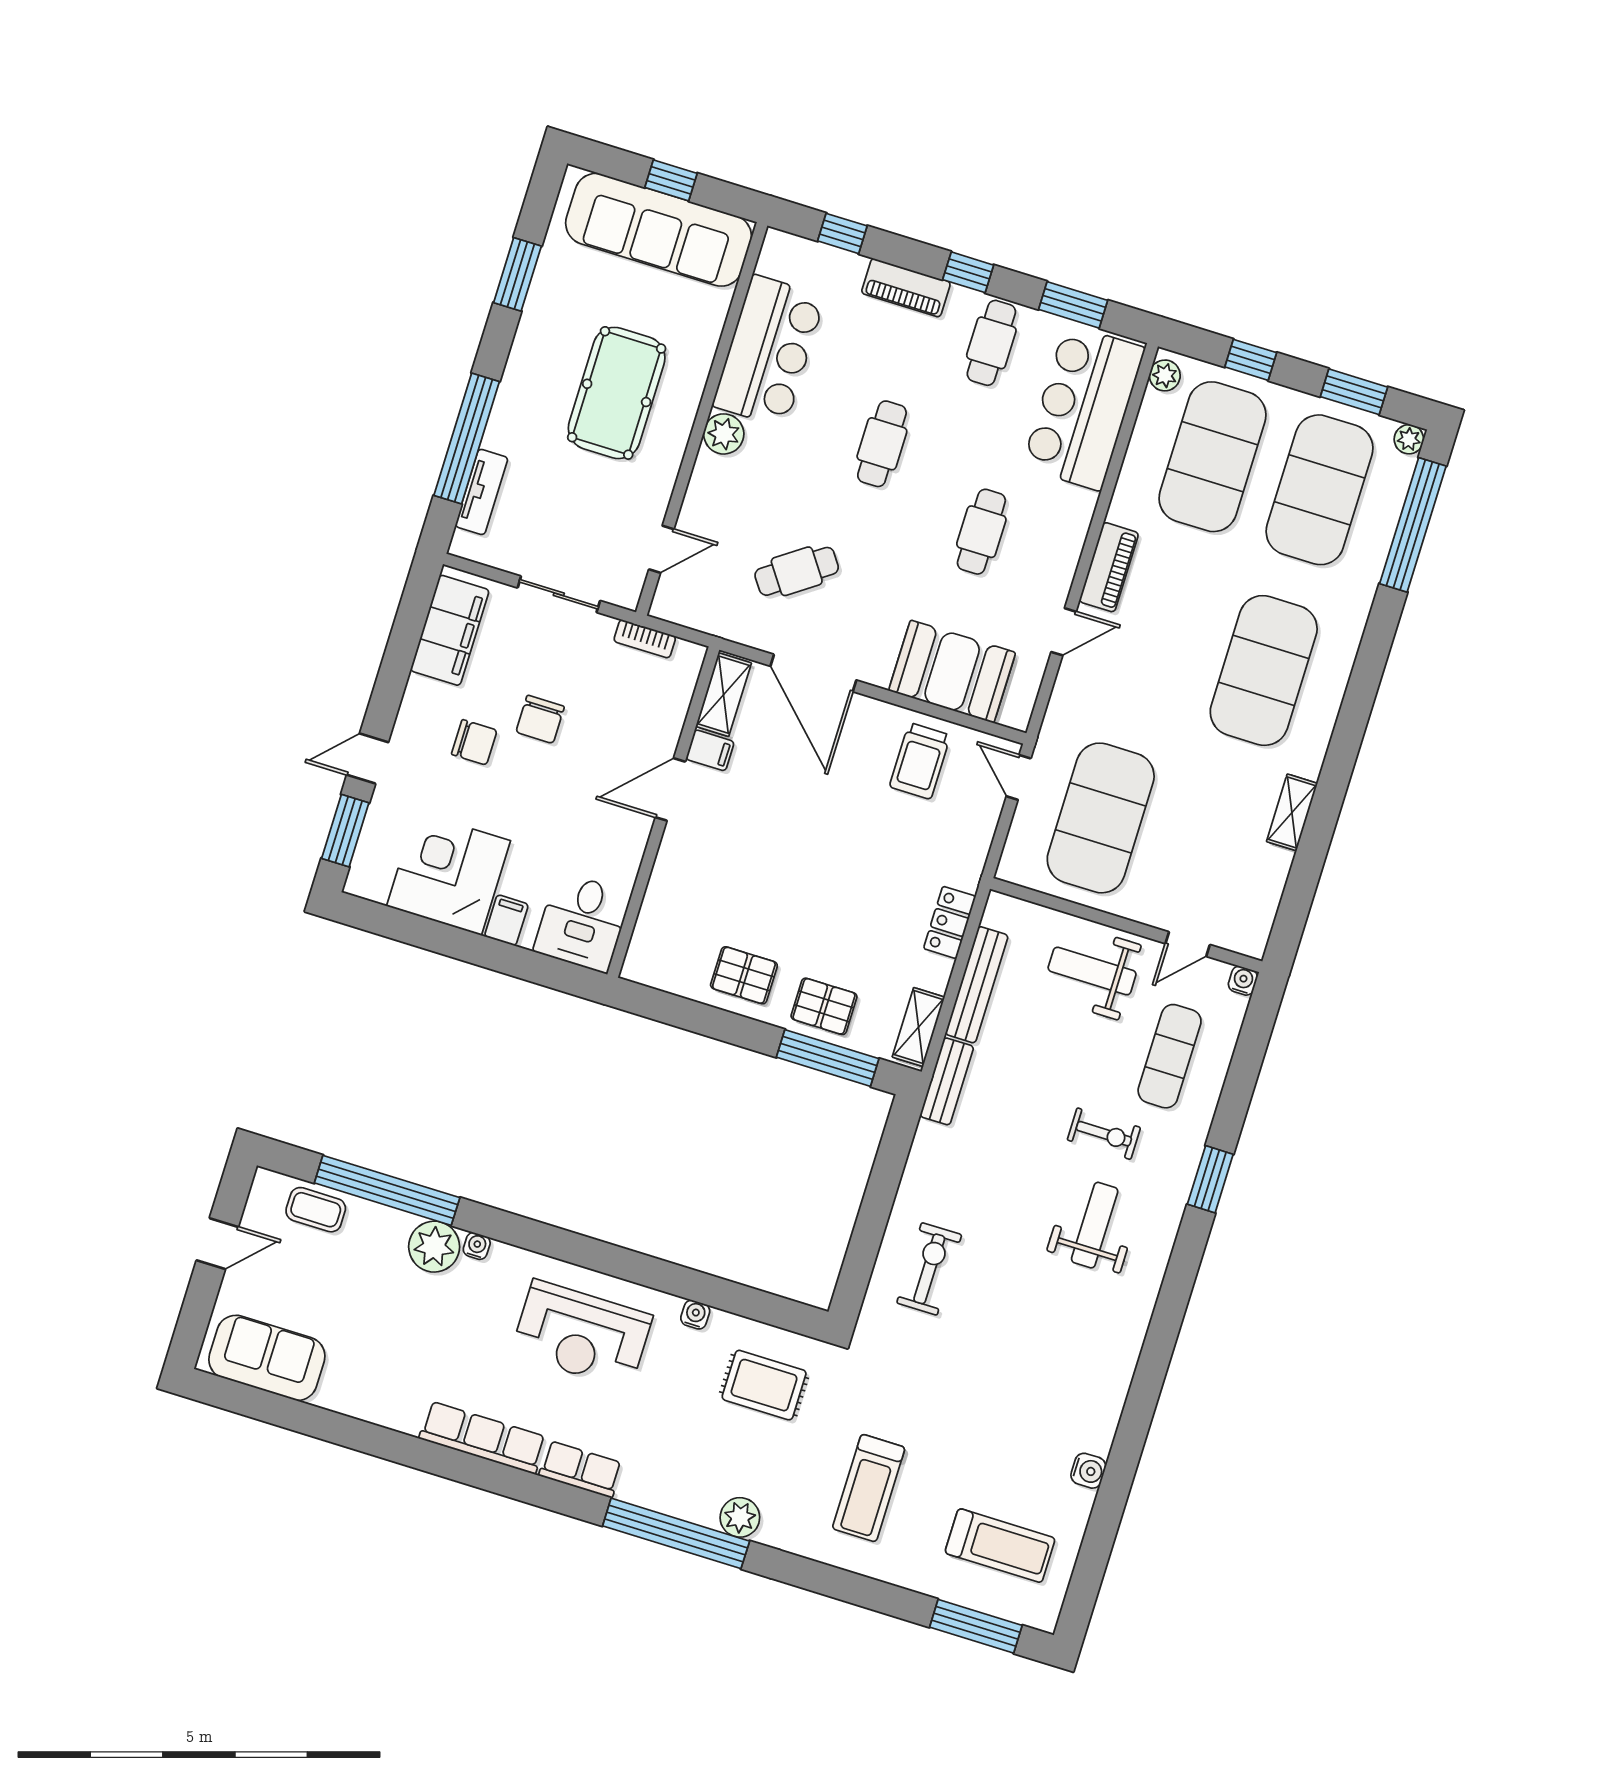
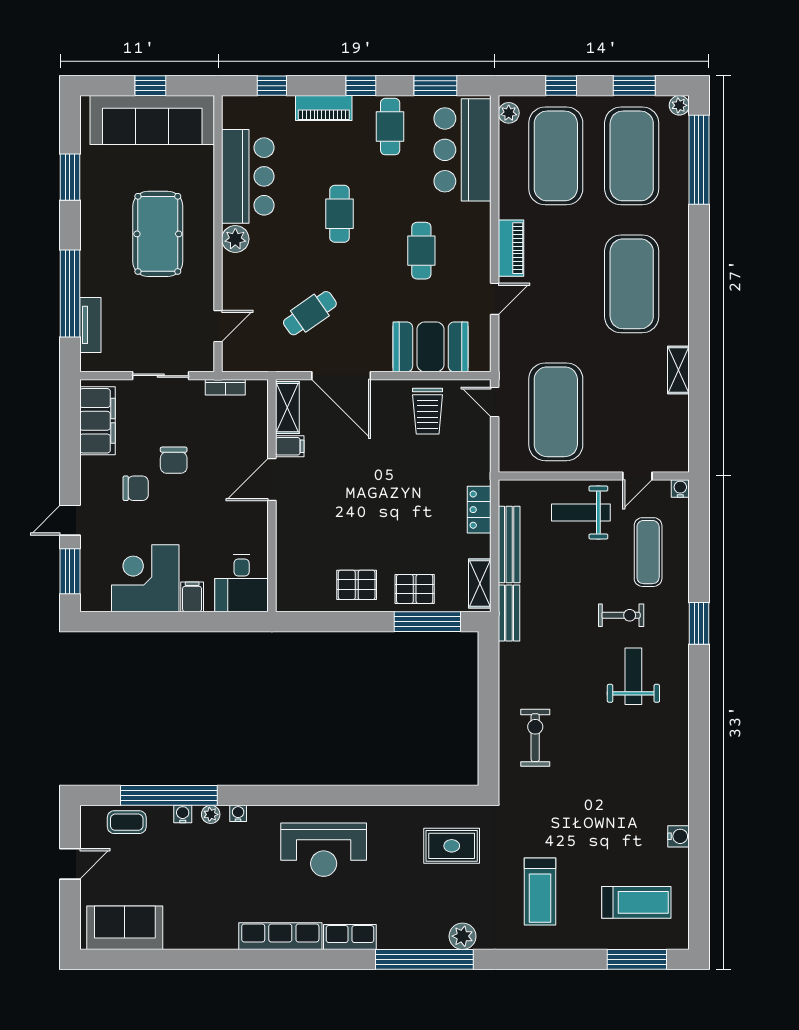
plant: (434, 1247) -> (211, 814), width x0.53, depth x0.53
water cooler: (695, 1315) -> (183, 814), moved

